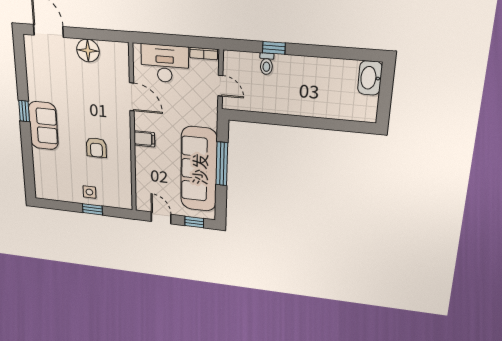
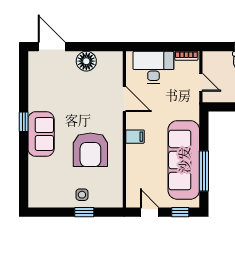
armchair: (96, 148) -> (90, 150), width x1.88, depth x1.88
window: (222, 164) -> (204, 171), moved

